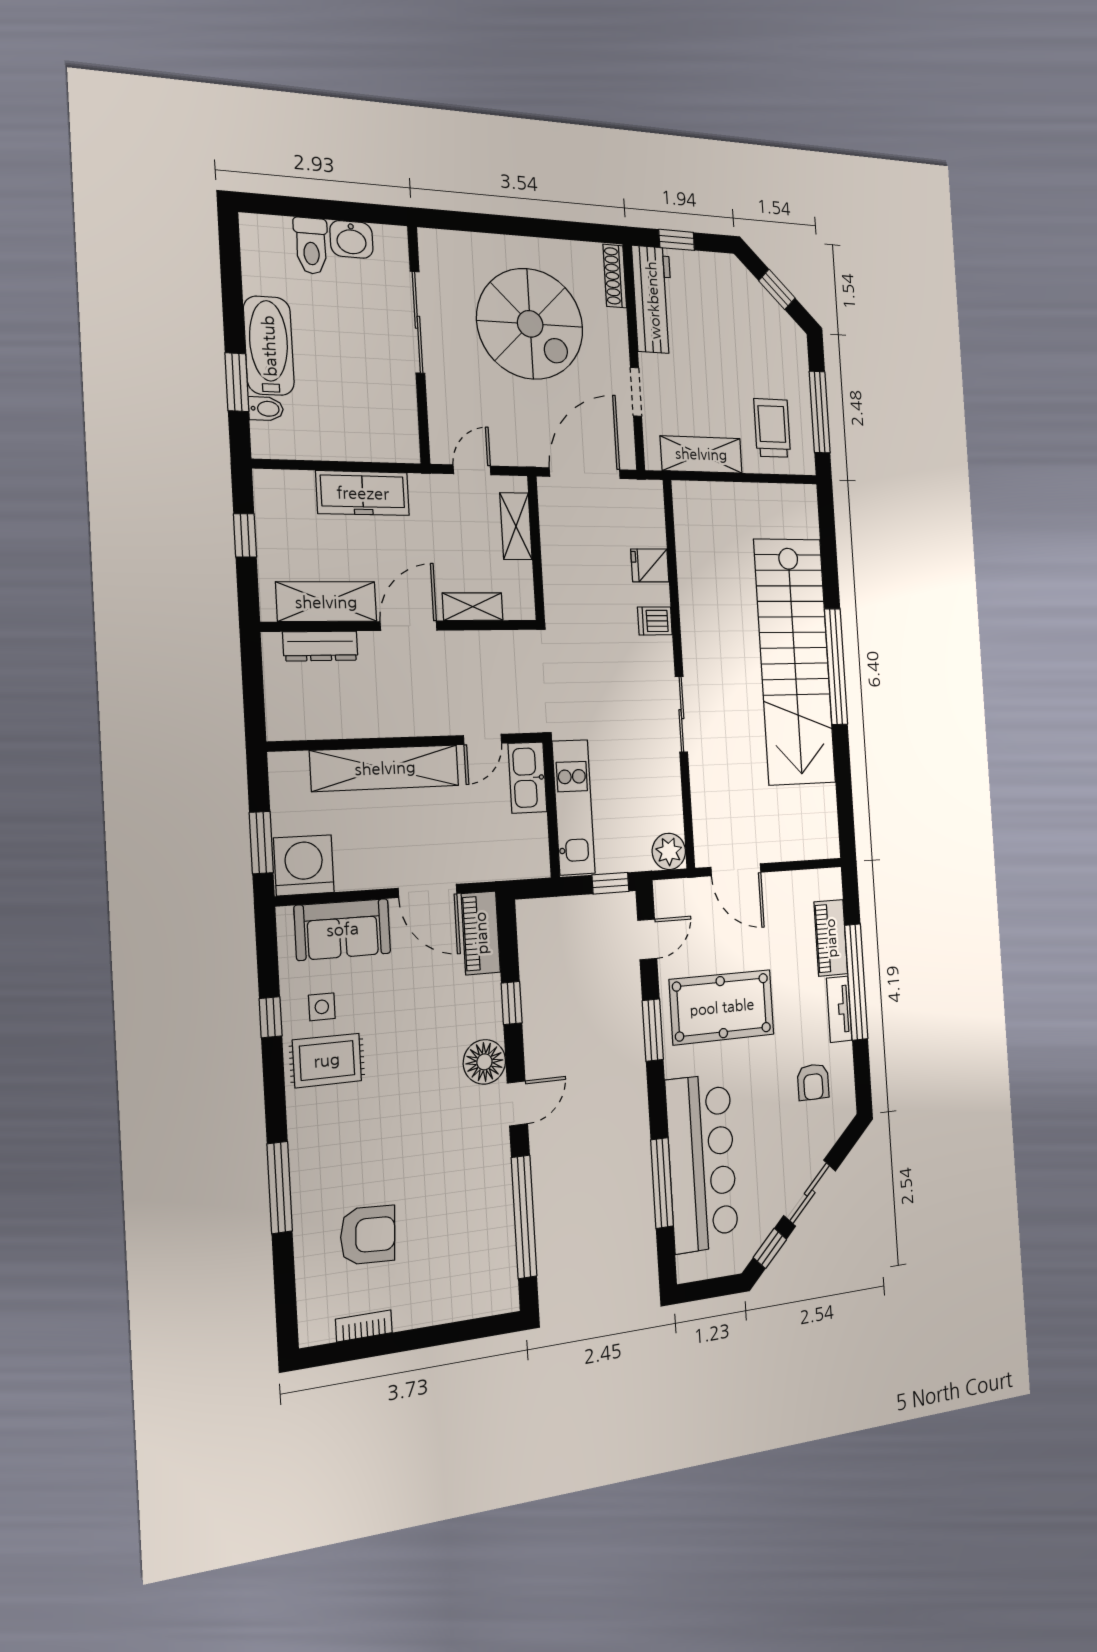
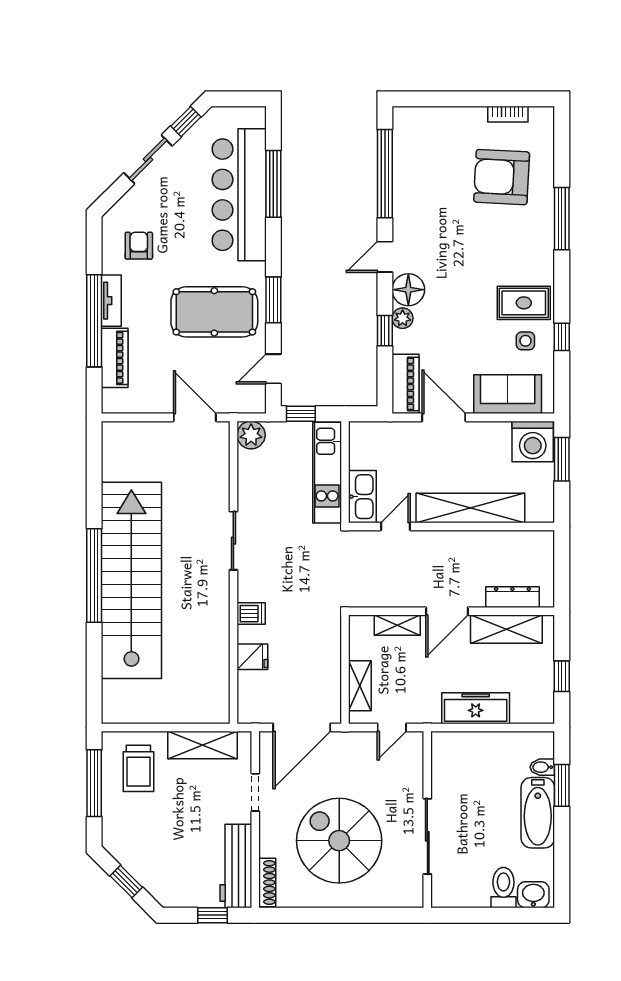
washbasin: (351, 239) -> (533, 895), moved
plant: (490, 1022) -> (403, 318), added
armchair: (368, 1235) -> (502, 177), width x1.36, depth x1.36

